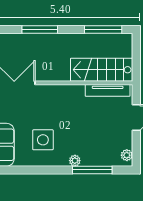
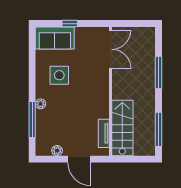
tv unit: (108, 90) -> (104, 133), width x0.71
plant: (127, 155) -> (57, 151), moved

